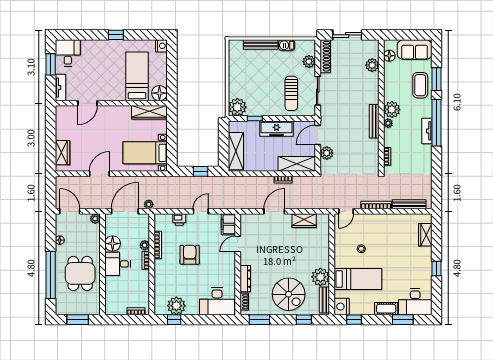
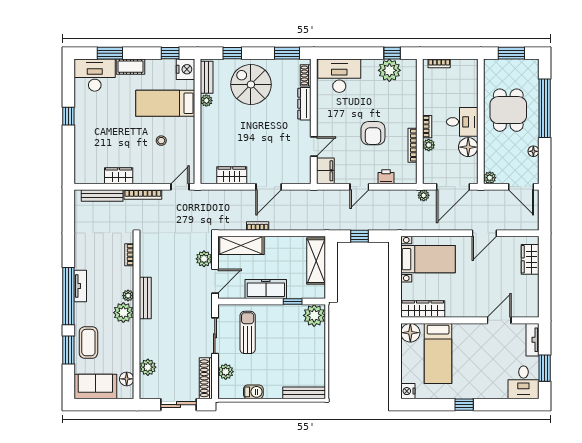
bench: (261, 44) -> (304, 393), moved
wardrobe: (425, 235) -> (119, 176), moved, turned -90
plant: (320, 277) -> (206, 101), width x0.53, depth x0.53

